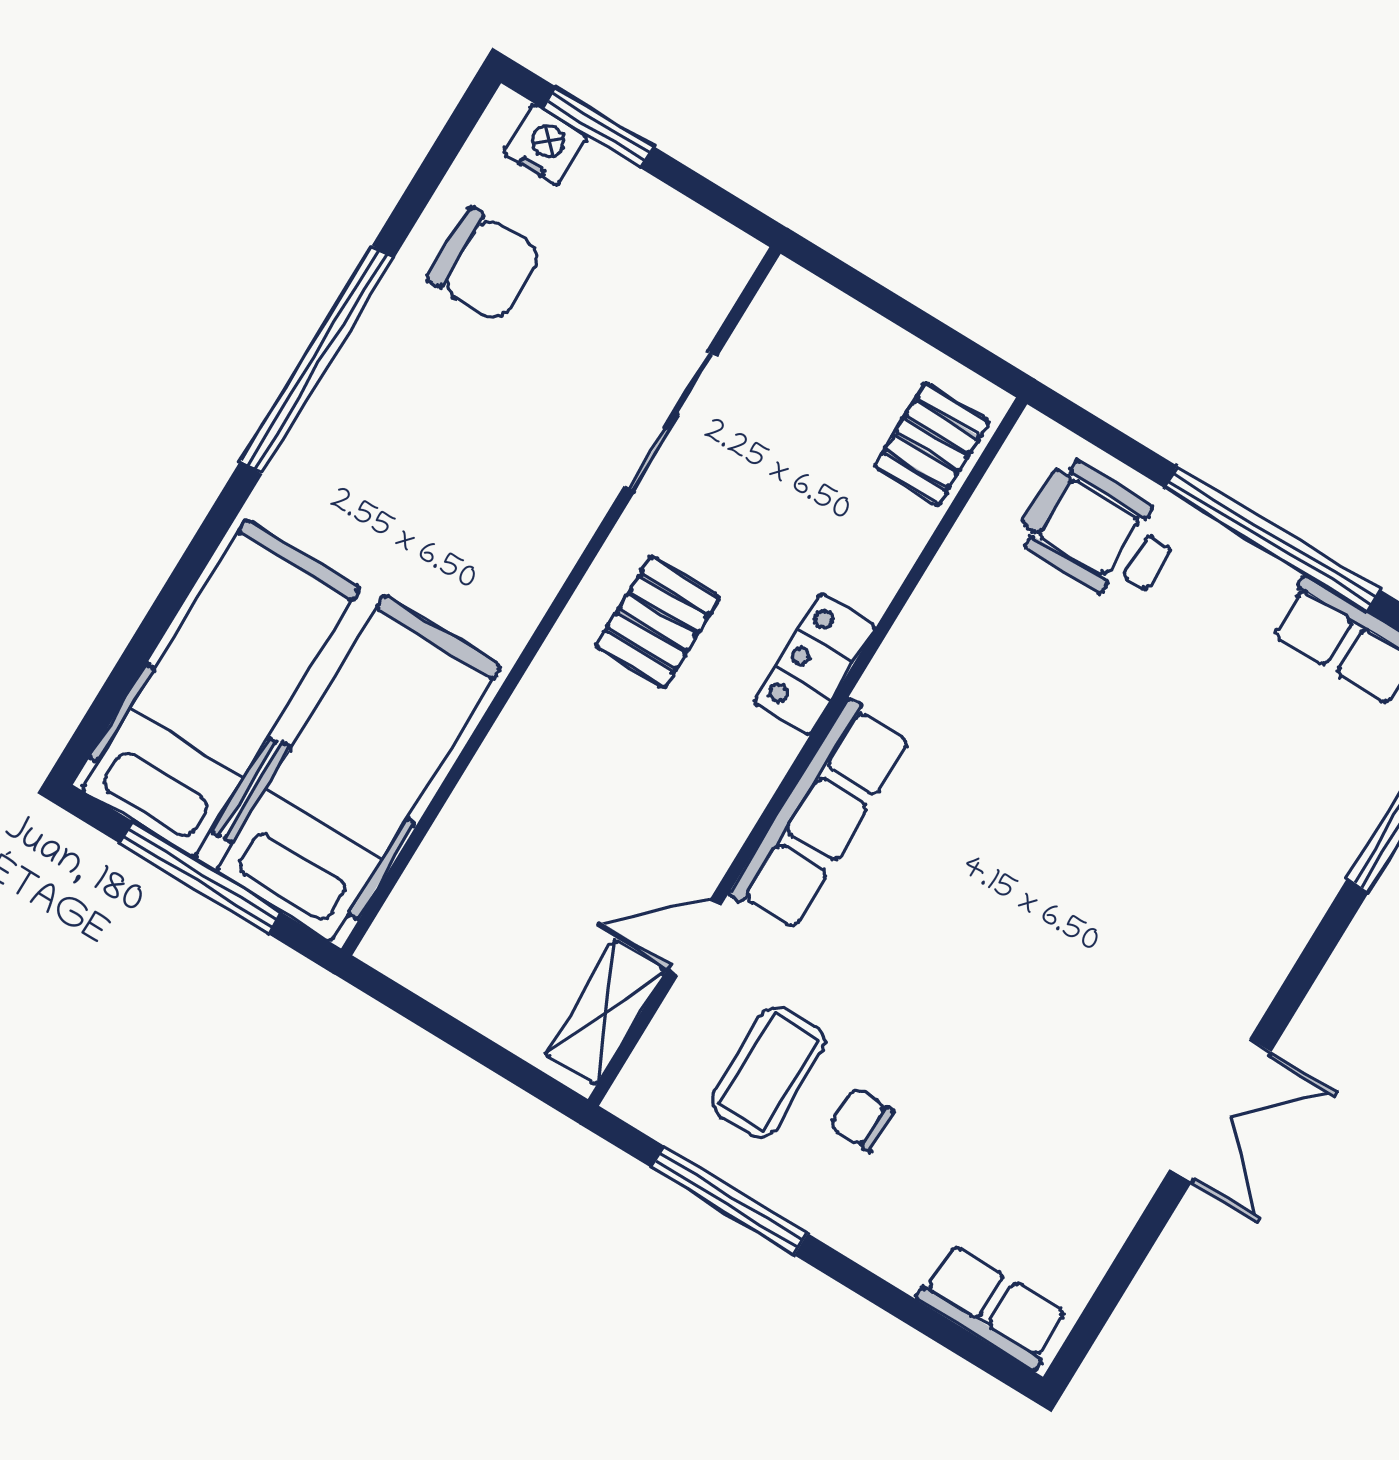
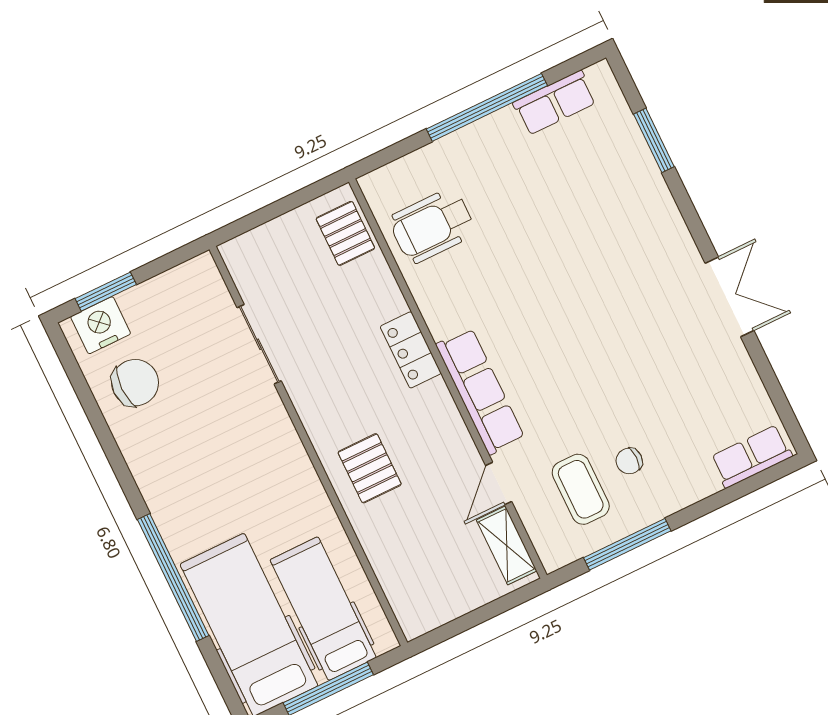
nightstand: (545, 145) -> (101, 325), width x1.36, depth x1.33
window: (317, 360) -> (173, 578), moved
wheelchair: (1099, 533) -> (432, 226), moved
pallet: (658, 622) -> (370, 468), moved
hospital bed: (358, 769) -> (323, 609), width x0.73, depth x0.78

